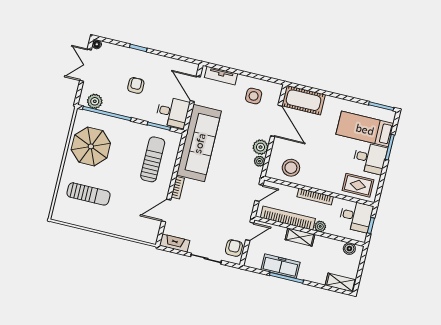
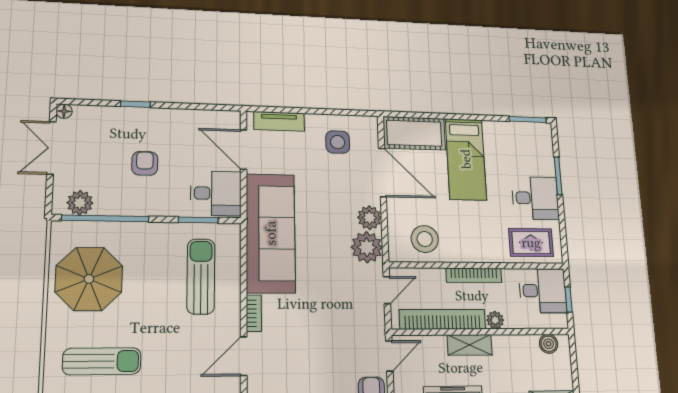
bed: (365, 129) -> (466, 159), moved, turned -90
plant: (259, 161) -> (367, 247), width x1.87, depth x1.87

